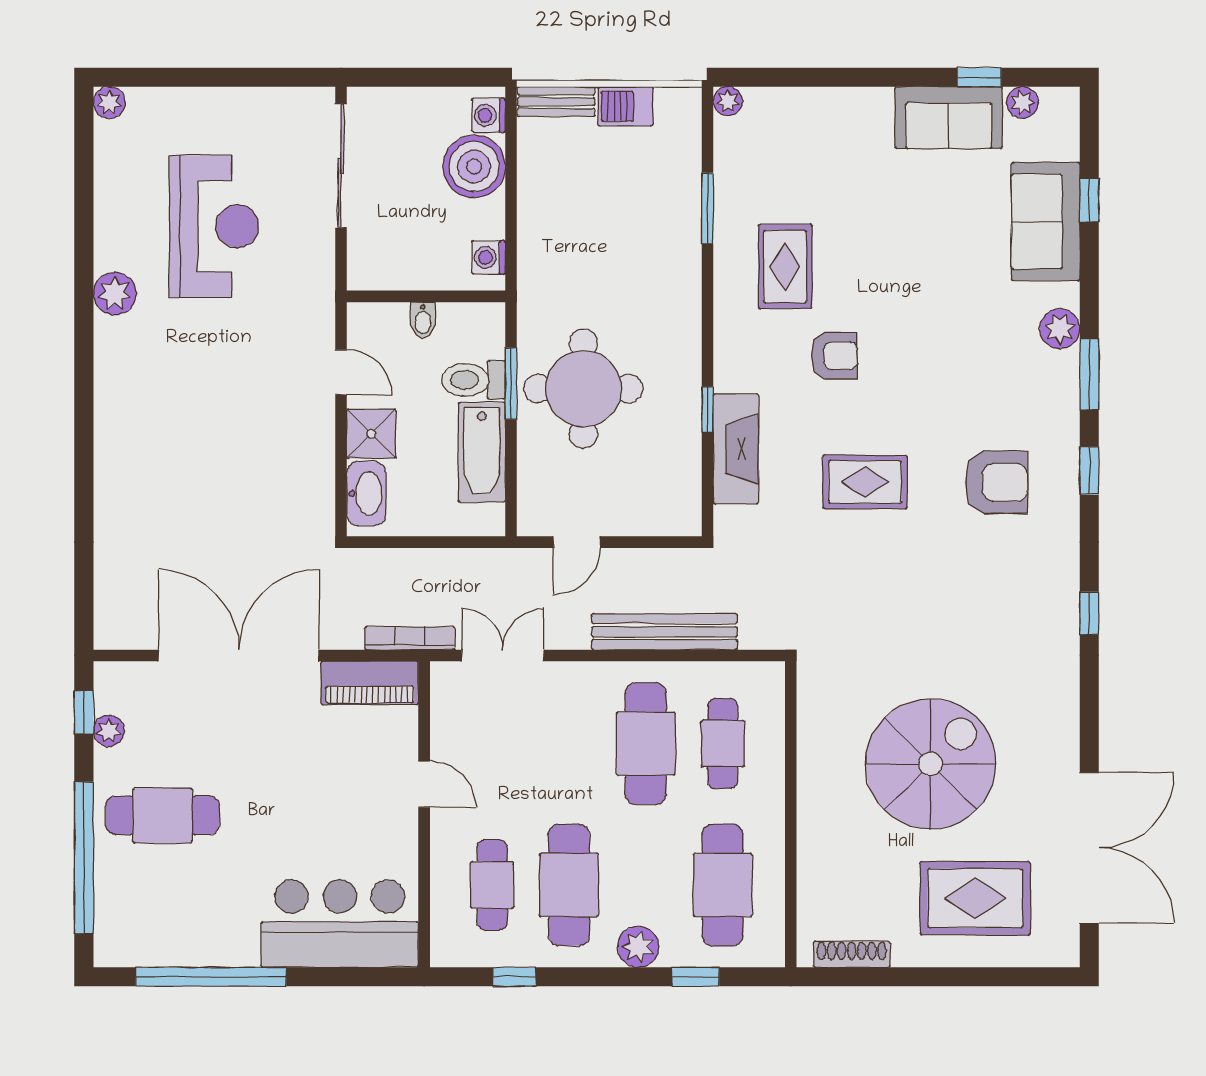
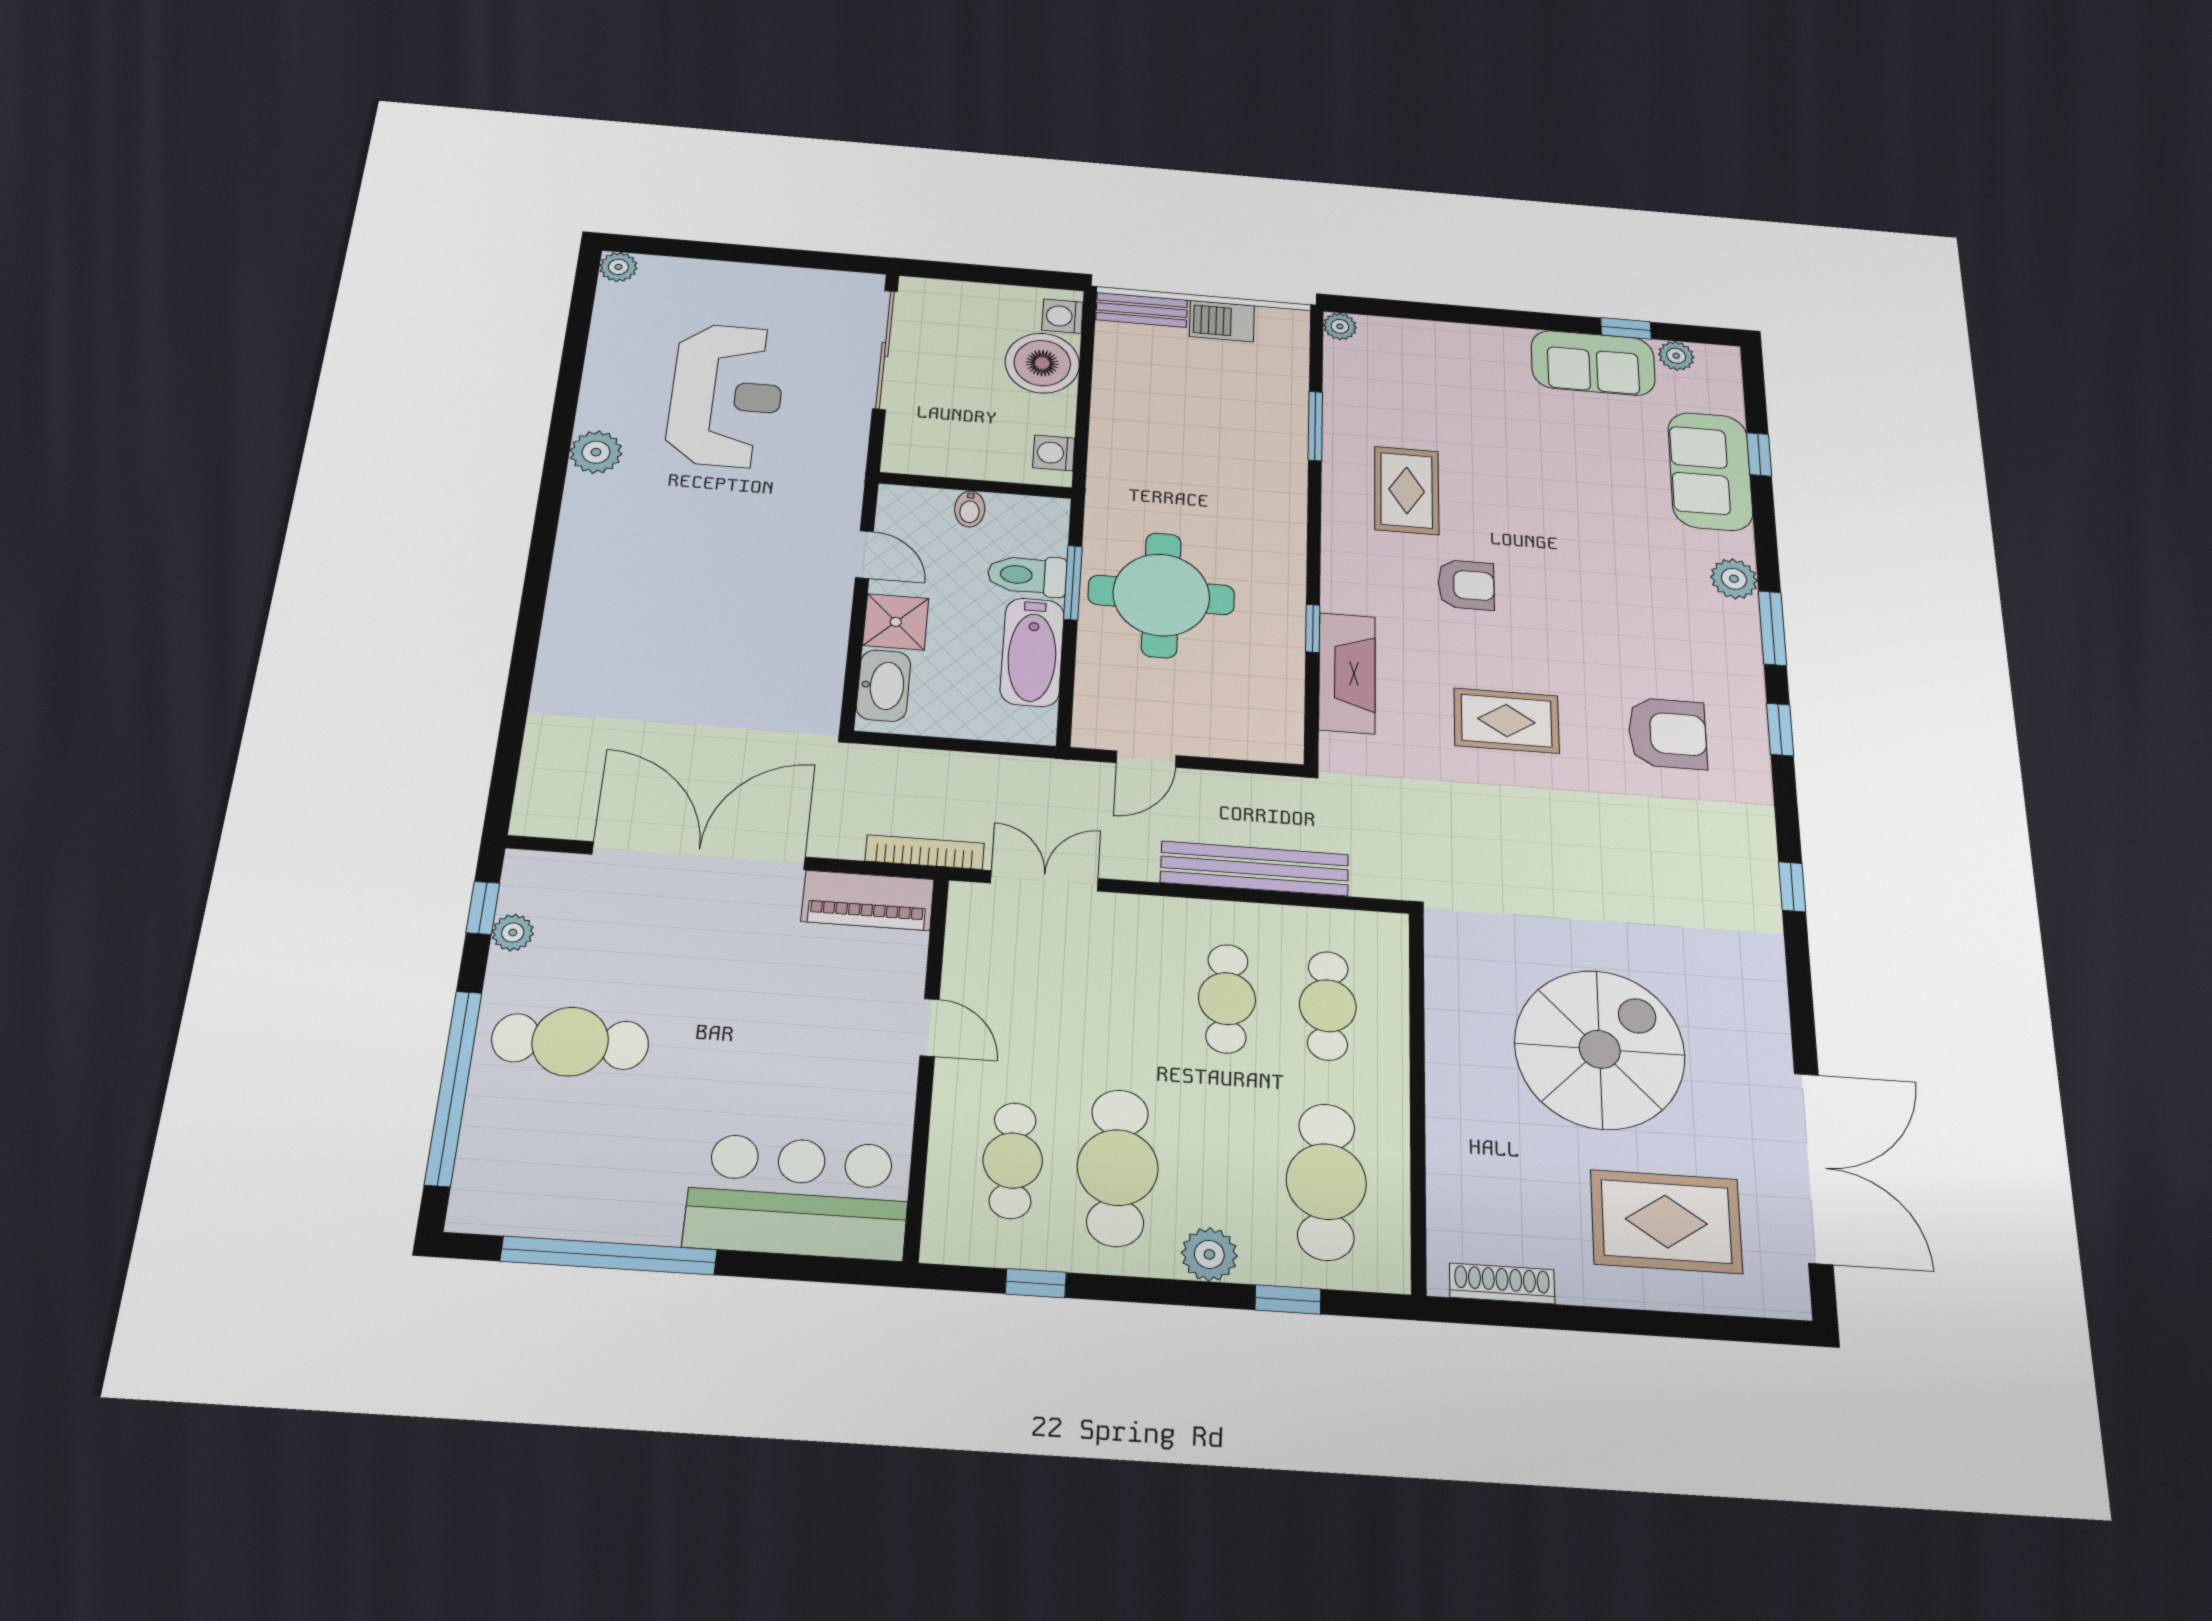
cafe table: (646, 744) -> (1227, 999), width x0.73, depth x0.74

